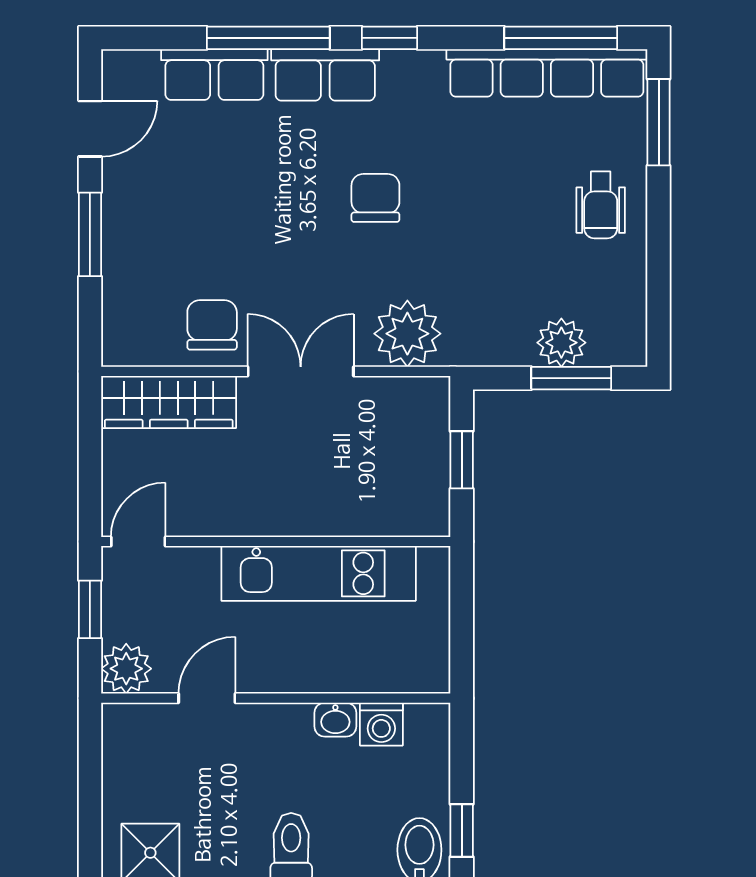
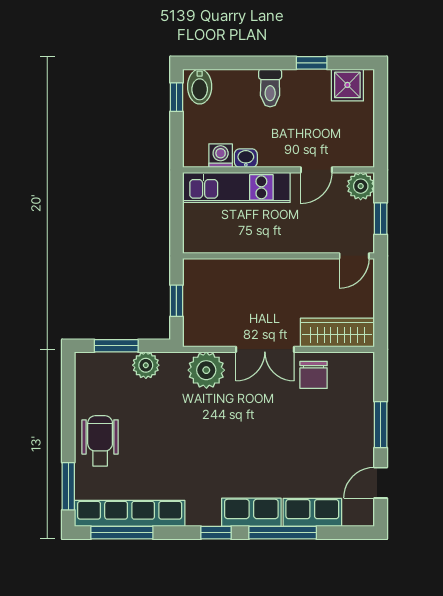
chair: (375, 198) -> (224, 445), removed
wheelchair: (601, 205) -> (100, 441), width x1.36, depth x1.37
plant: (561, 343) -> (146, 365), moved
kitchen unit: (319, 573) -> (237, 187), moved, turned 180

